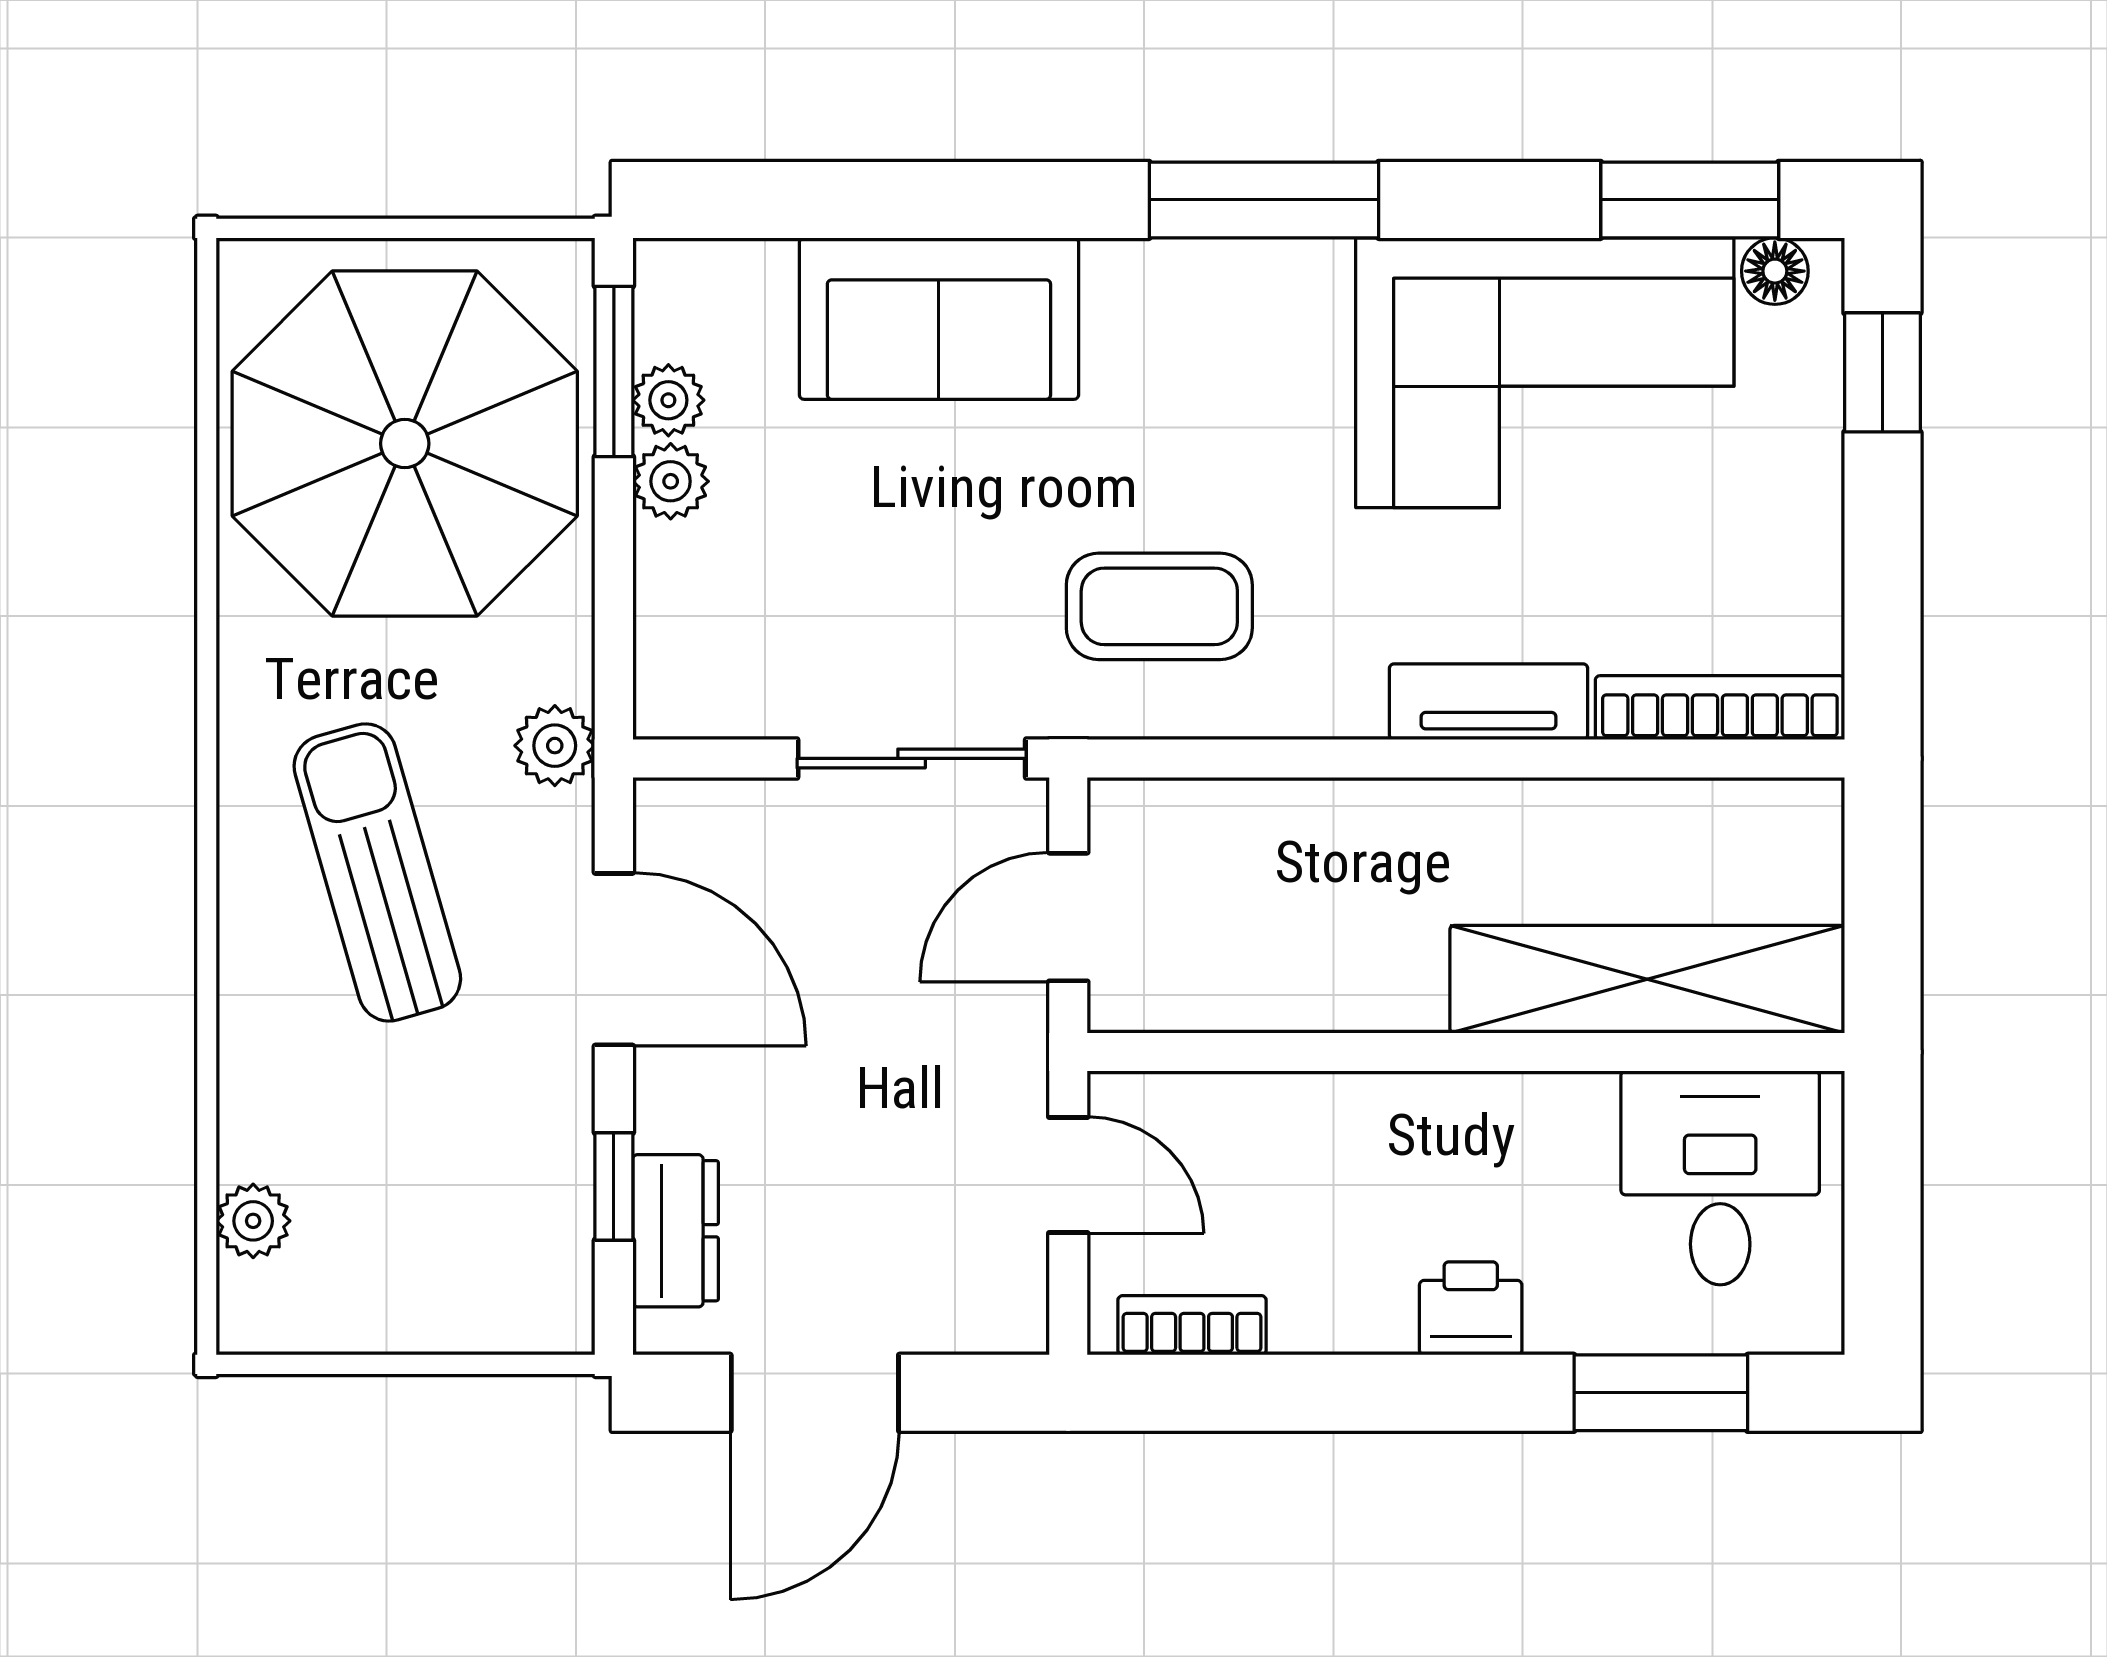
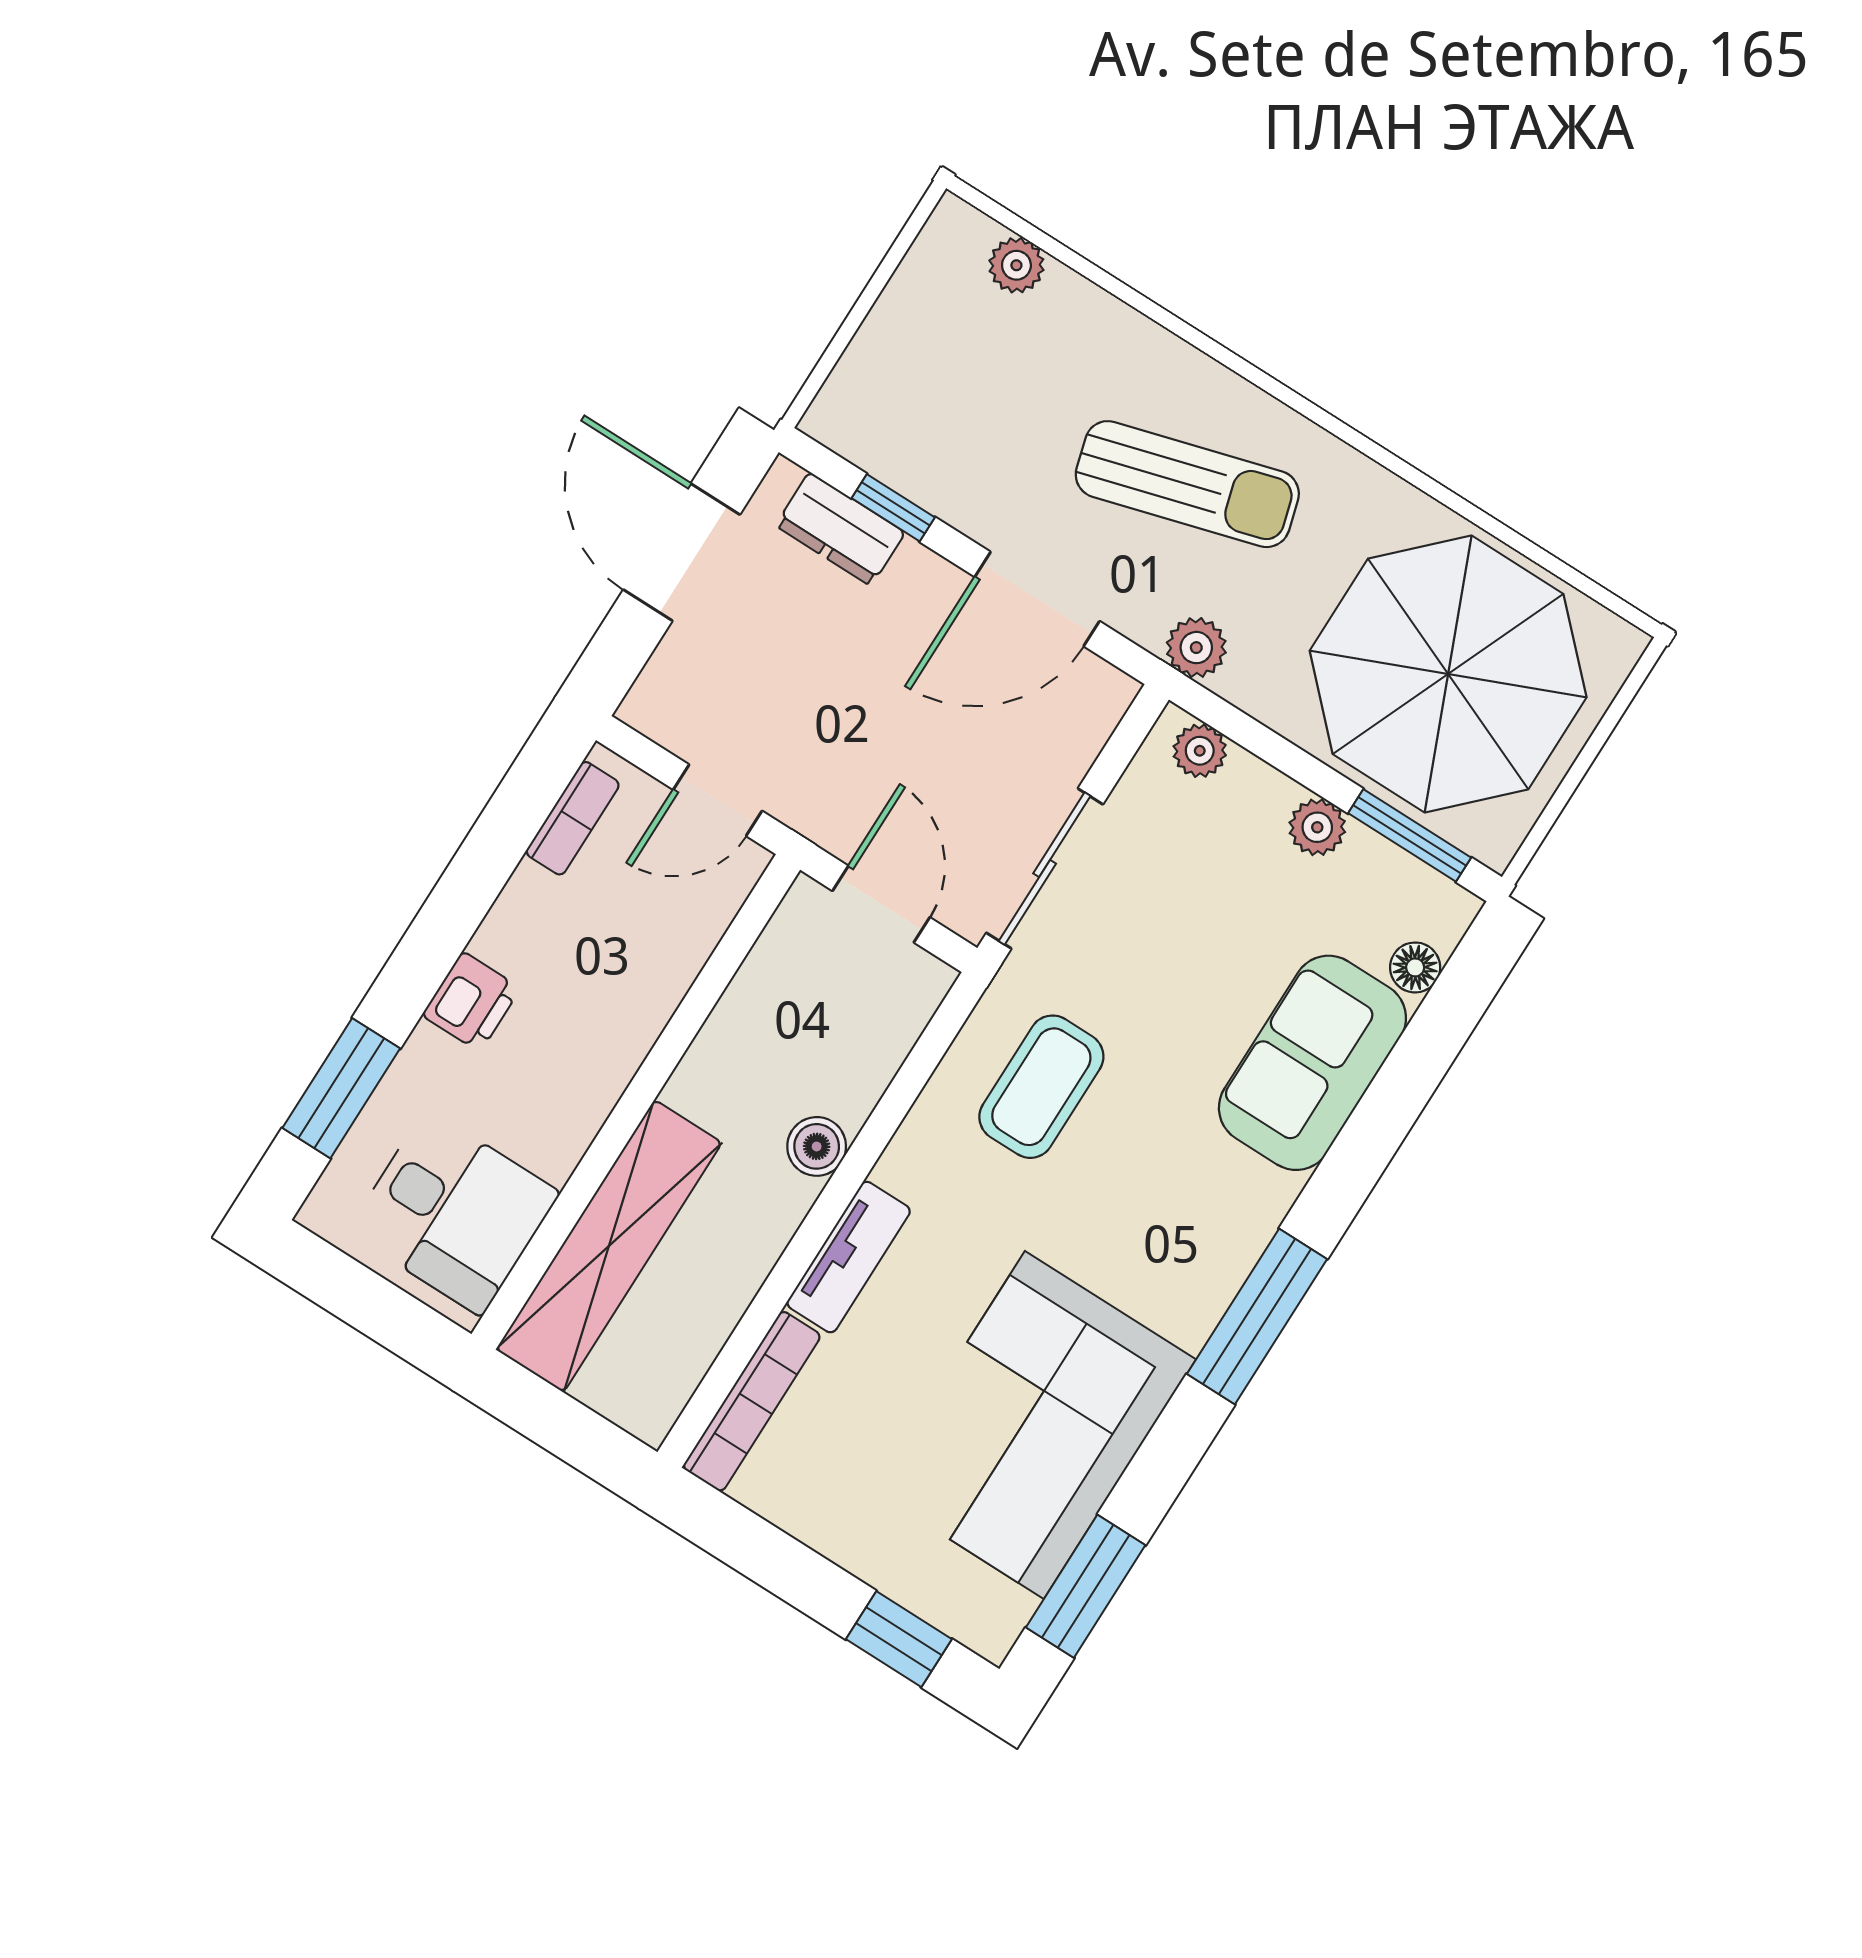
floor lamp: (1775, 271) -> (1415, 967), moved
plant: (668, 400) -> (1200, 751), moved
boiler: (1387, 817) -> (817, 1146), added

